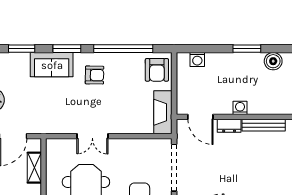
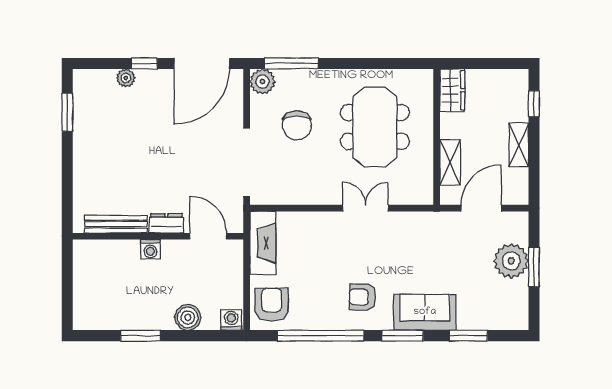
washing machine: (197, 59) -> (231, 320), moved
boiler: (273, 61) -> (188, 317), moved

